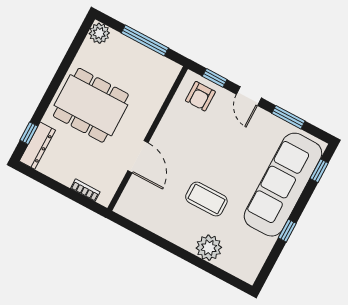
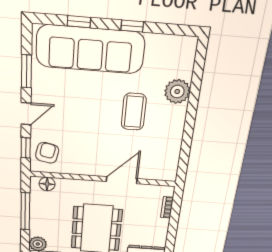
floor lamp: (166, 79) -> (47, 184), added
armchair: (200, 96) -> (47, 153), turned -78
window: (319, 171) -> (79, 22), moved

